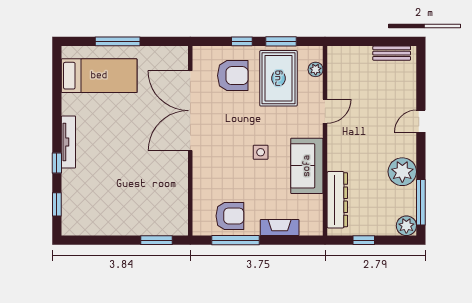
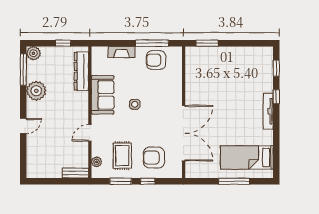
bench: (392, 53) -> (75, 173), moved
rug: (278, 78) -> (122, 156), width x0.73, depth x0.70

